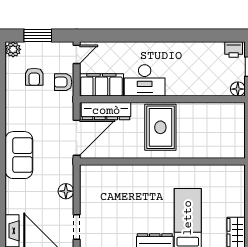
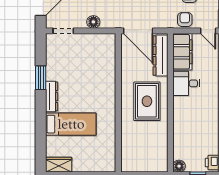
desk: (145, 80) -> (186, 83), width x0.73
rug: (160, 127) -> (147, 101), turned 90

